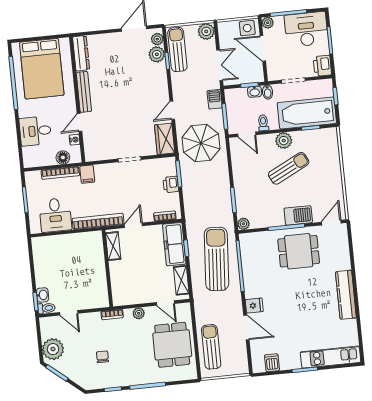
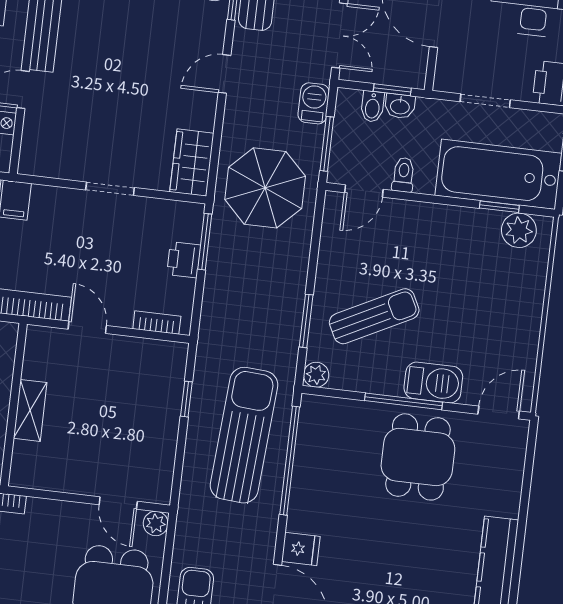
bidet: (268, 92) -> (372, 107), moved
door: (172, 110) -> (225, 74), moved
door: (247, 134) -> (364, 191), hinge flipped
plant: (284, 141) -> (519, 230), moved
sun lounger: (289, 168) -> (374, 316), moved
door: (133, 225) -> (87, 327), hinge flipped
freezer: (174, 244) -> (163, 385), removed
shelving: (113, 246) -> (30, 410), moved
dining table: (299, 251) -> (418, 457), turned 90
shelving: (181, 280) -> (161, 463), removed
plant: (139, 313) -> (156, 523), moved

